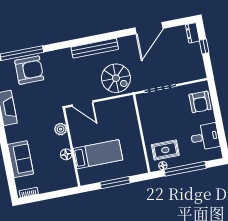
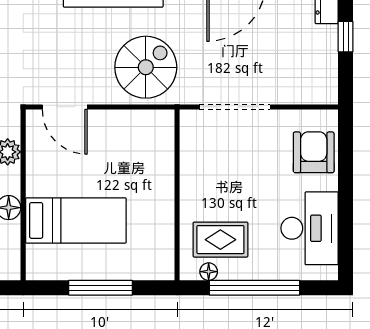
spiral stairs: (116, 78) -> (146, 67), turned -90
armchair: (200, 102) -> (314, 152), turned 180
desk: (205, 137) -> (310, 228), width x1.37

